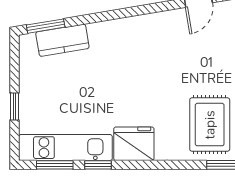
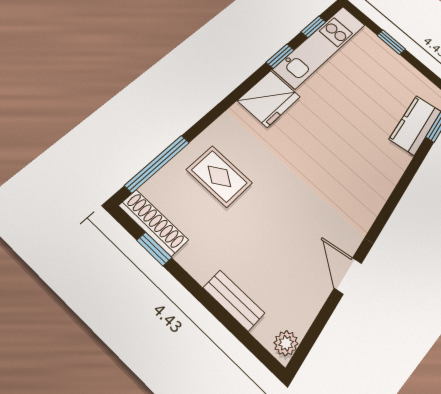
rug: (210, 125) -> (219, 176), width x0.73, depth x0.70
window: (55, 165) -> (313, 27), width x0.67

